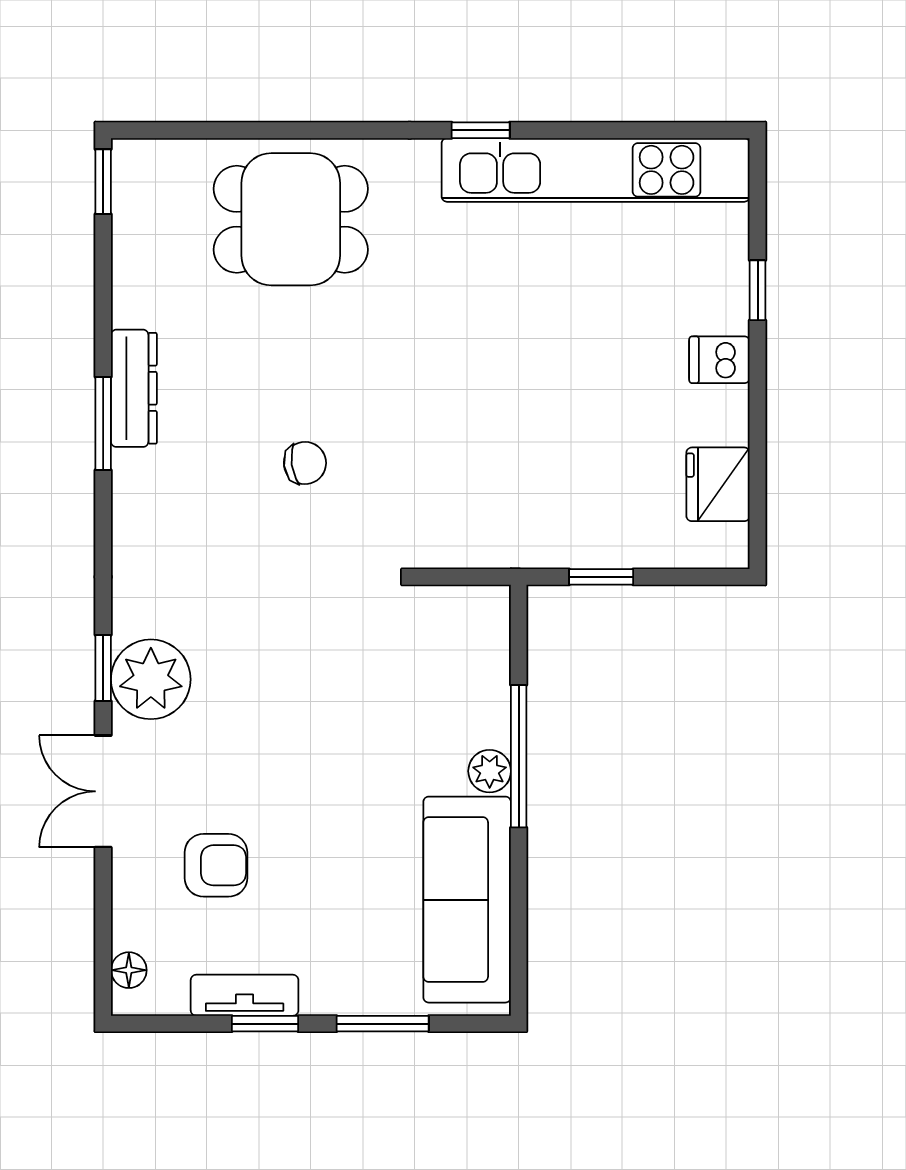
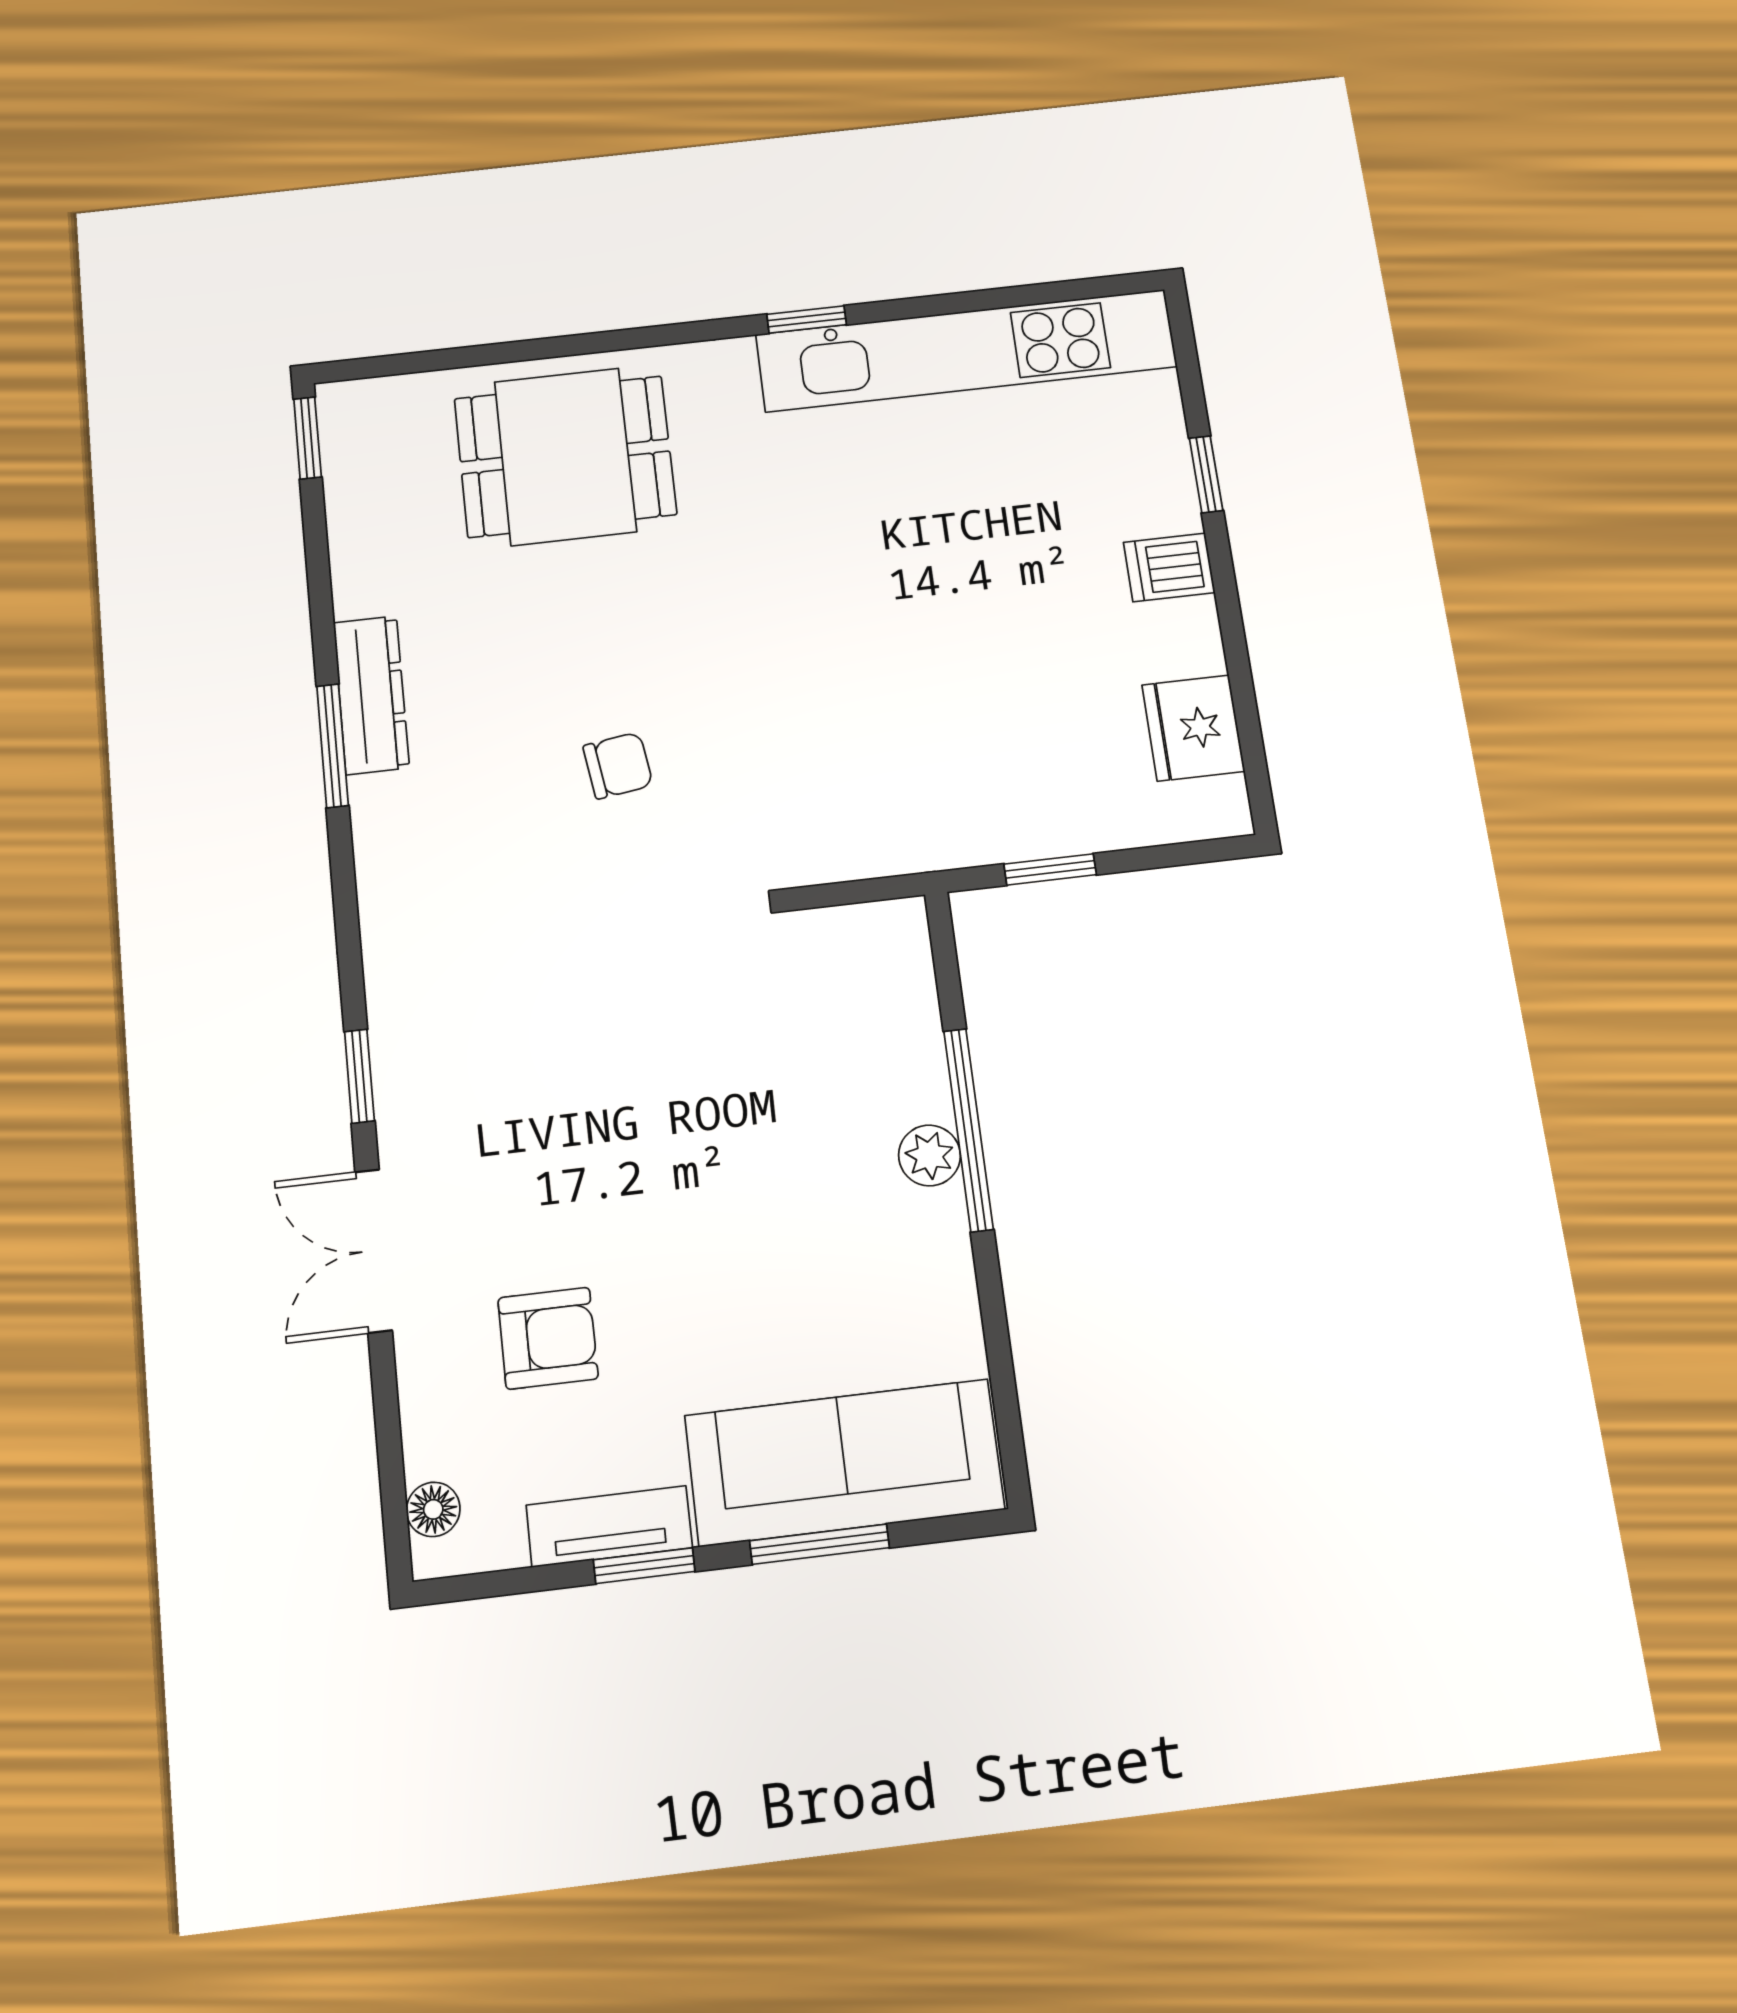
plant: (151, 679) -> (429, 1084), removed
sofa: (467, 900) -> (844, 1462), moved, turned 90

